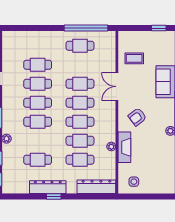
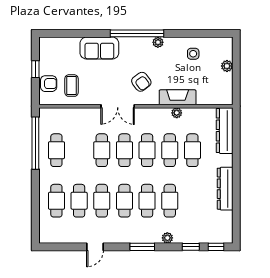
window: (159, 28) -> (35, 69), moved
armchair: (136, 39) -> (49, 84), added
cafe table: (38, 46) -> (56, 201), added
double door: (117, 87) -> (118, 106), moved
cafe table: (38, 160) -> (170, 201), moved
side table: (134, 182) -> (193, 54), moved
plant: (151, 189) -> (227, 66), added
window: (54, 196) -> (236, 182), removed

